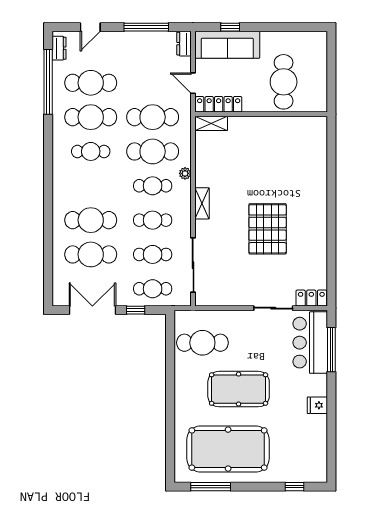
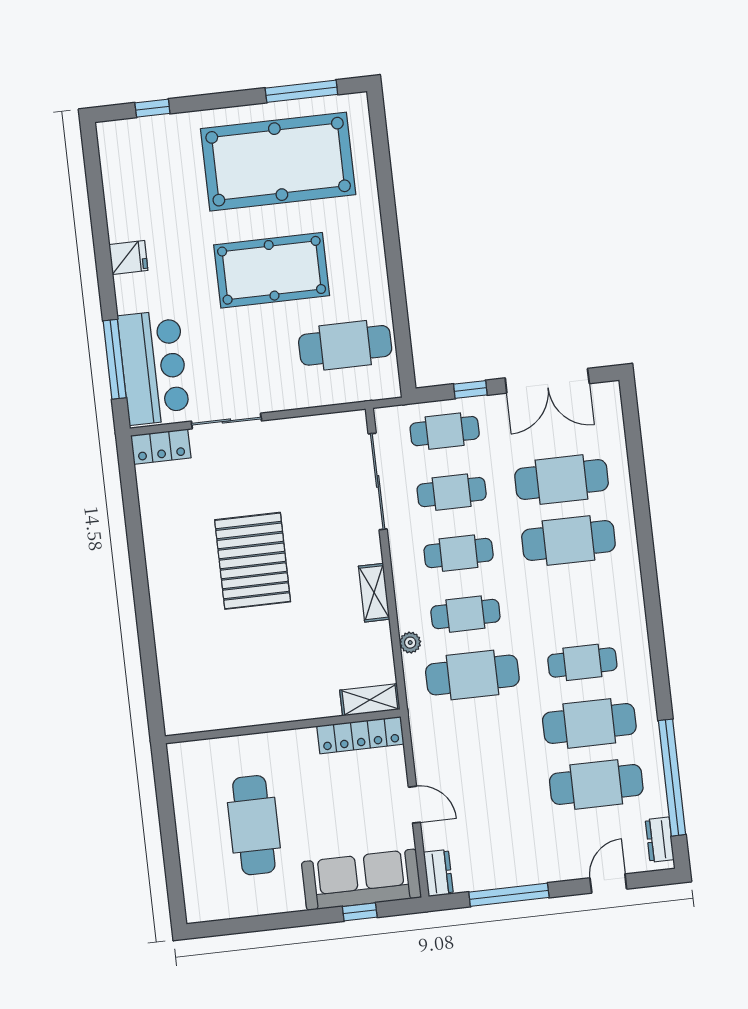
locker: (219, 104) -> (360, 735), moved
wall: (261, 114) -> (283, 726), moved
cafe table: (153, 117) -> (479, 736), removed
shelving: (211, 123) -> (370, 700), moved

